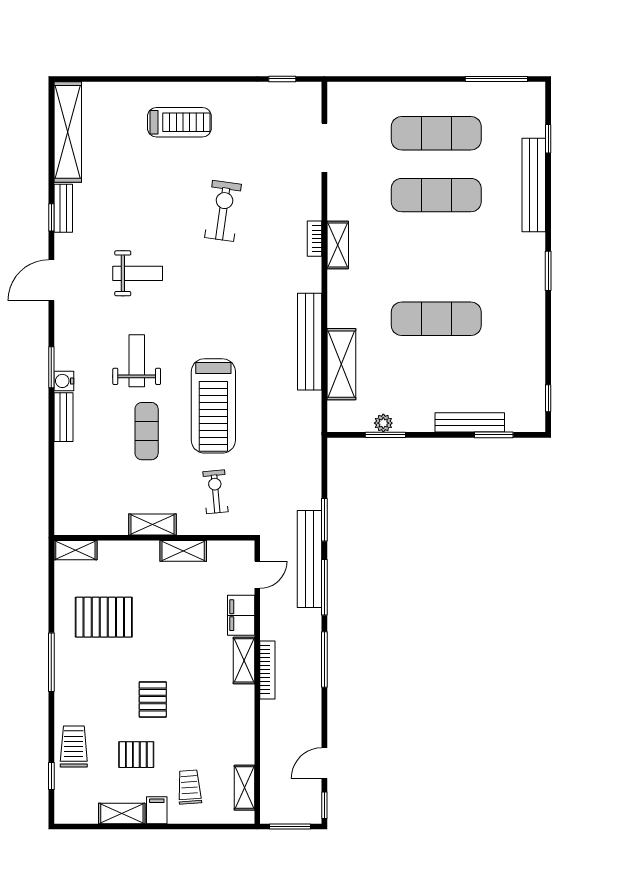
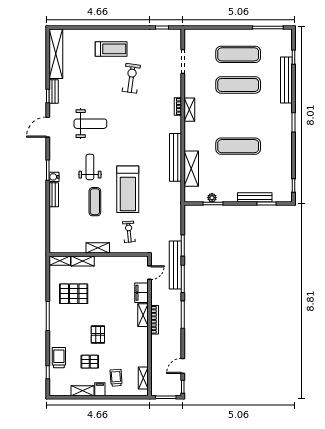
exercise bike: (223, 211) -> (131, 78), moved
weight bench: (138, 273) -> (90, 124), width x1.36, depth x1.33
shelving: (183, 551) -> (83, 261), moved

